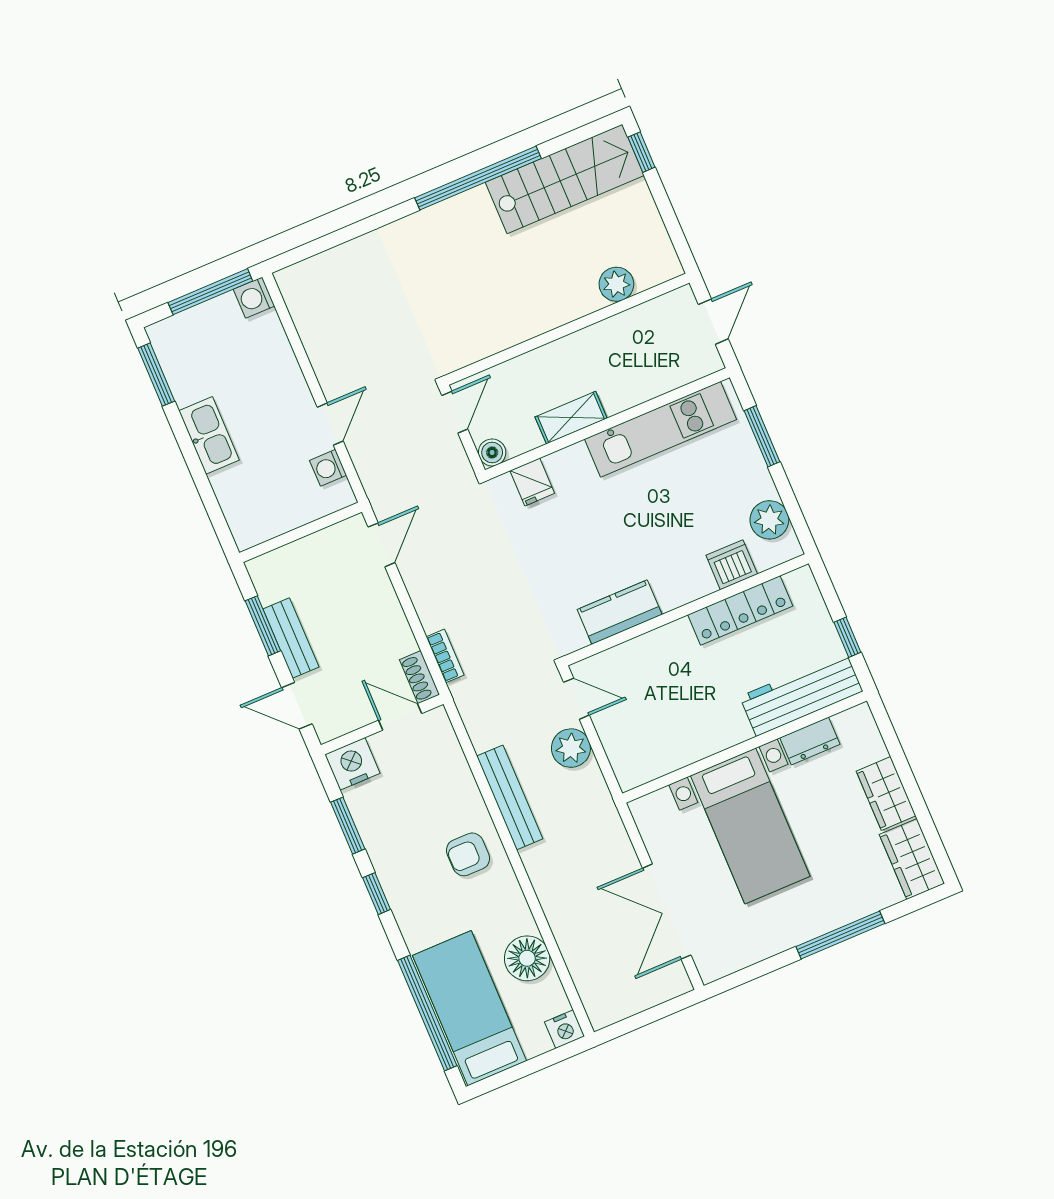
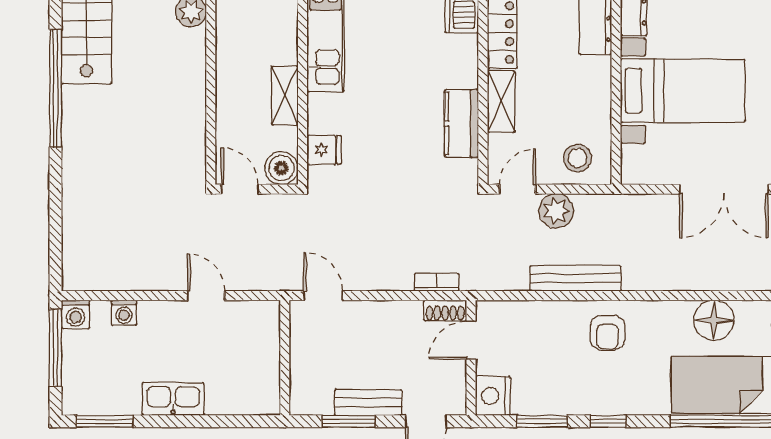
boiler: (492, 452) -> (281, 168), width x1.36, depth x1.36
washing machine: (328, 468) -> (124, 313), moved
shelving: (659, 644) -> (501, 102), added
stool: (635, 747) -> (578, 158), added

